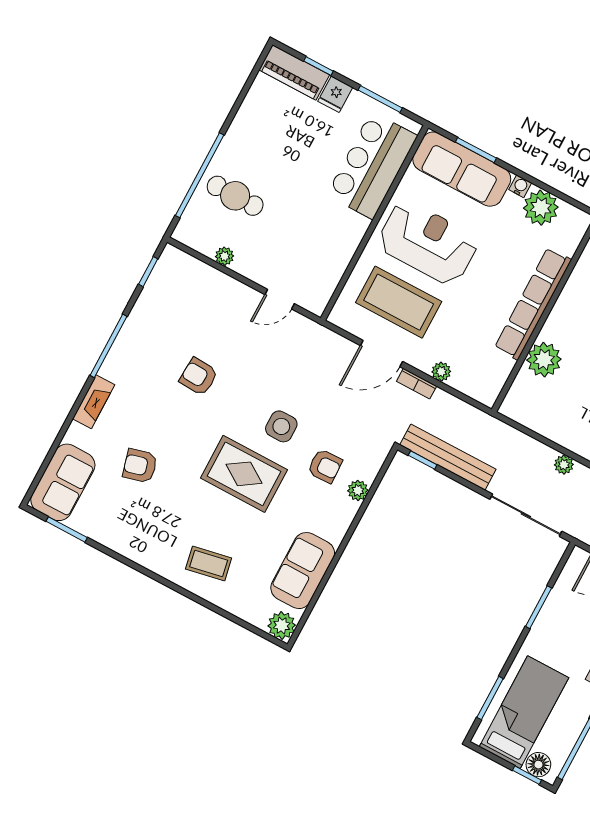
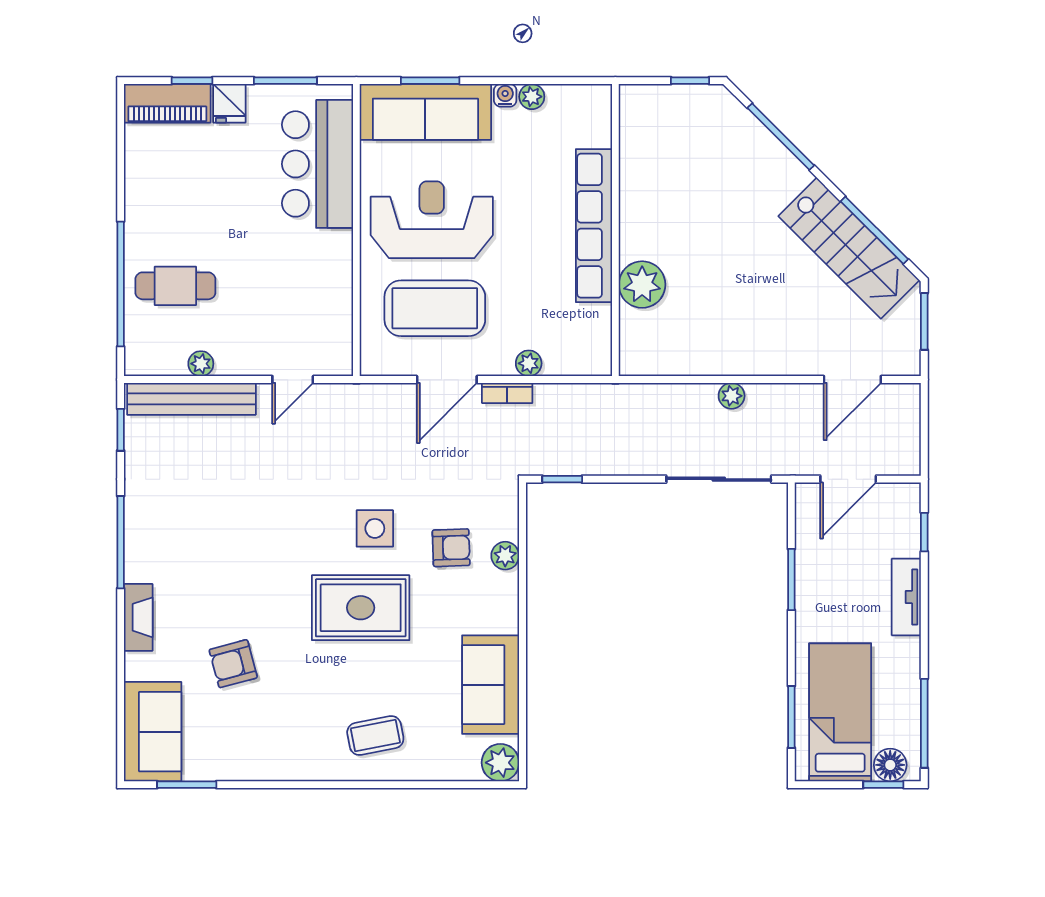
plant: (541, 208) -> (532, 97), width x0.53, depth x0.53
armchair: (199, 377) -> (246, 522), removed
bench: (448, 457) -> (191, 399), moved

